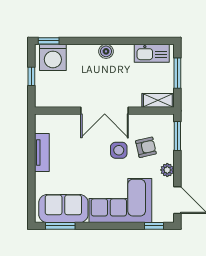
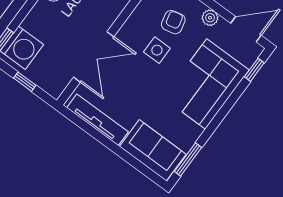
double door: (105, 111) -> (94, 57), moved
tv unit: (42, 153) -> (97, 120), width x1.41
sofa: (63, 209) -> (153, 150), moved, turned 90

